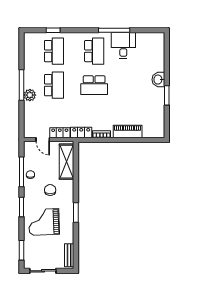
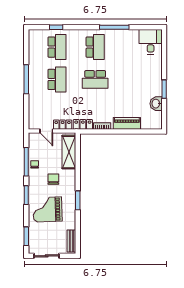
desk: (123, 45) -> (151, 42), moved
washbasin: (158, 80) -> (156, 104), moved
plant: (30, 95) -> (34, 89), removed

